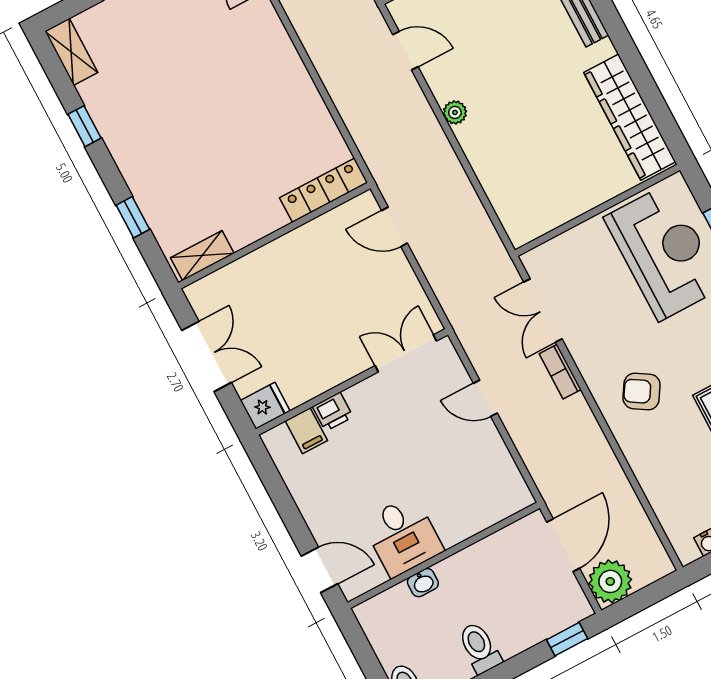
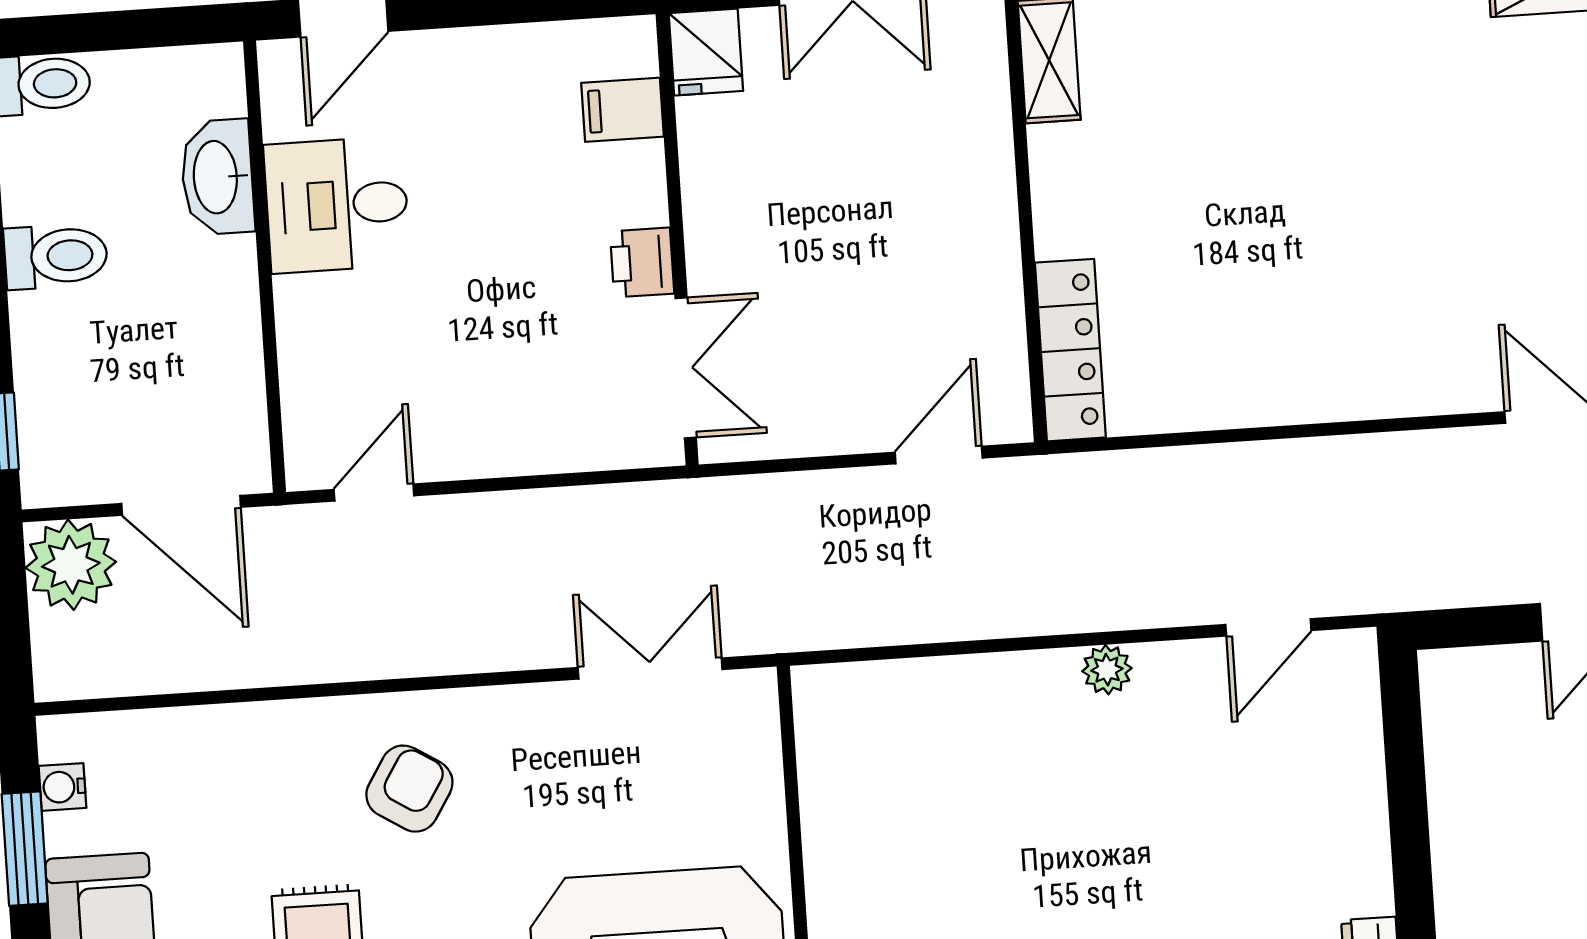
bookcase: (560, 372) -> (518, 649), removed
door: (485, 398) -> (374, 493), moved
printer: (333, 412) -> (642, 262), moved
washbasin: (423, 583) -> (217, 177), width x1.91, depth x1.45

